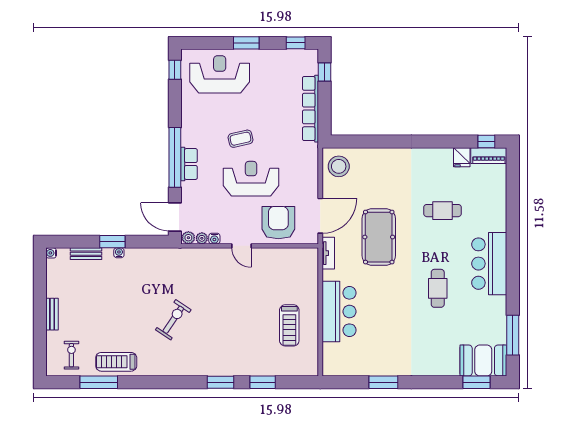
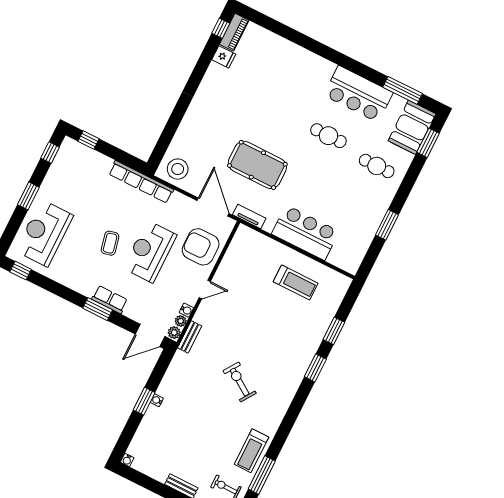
row of seats: (310, 109) -> (141, 182), moved
window: (175, 157) -> (98, 309), width x0.47
cafe table: (442, 211) -> (377, 166), moved, turned 90
bench: (86, 254) -> (190, 337), moved
bar counter: (489, 264) -> (358, 94), moved

